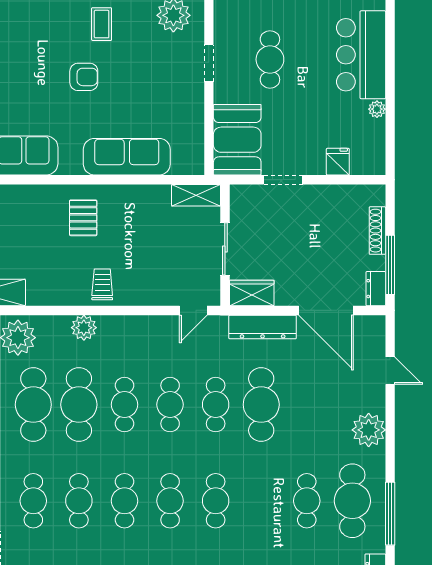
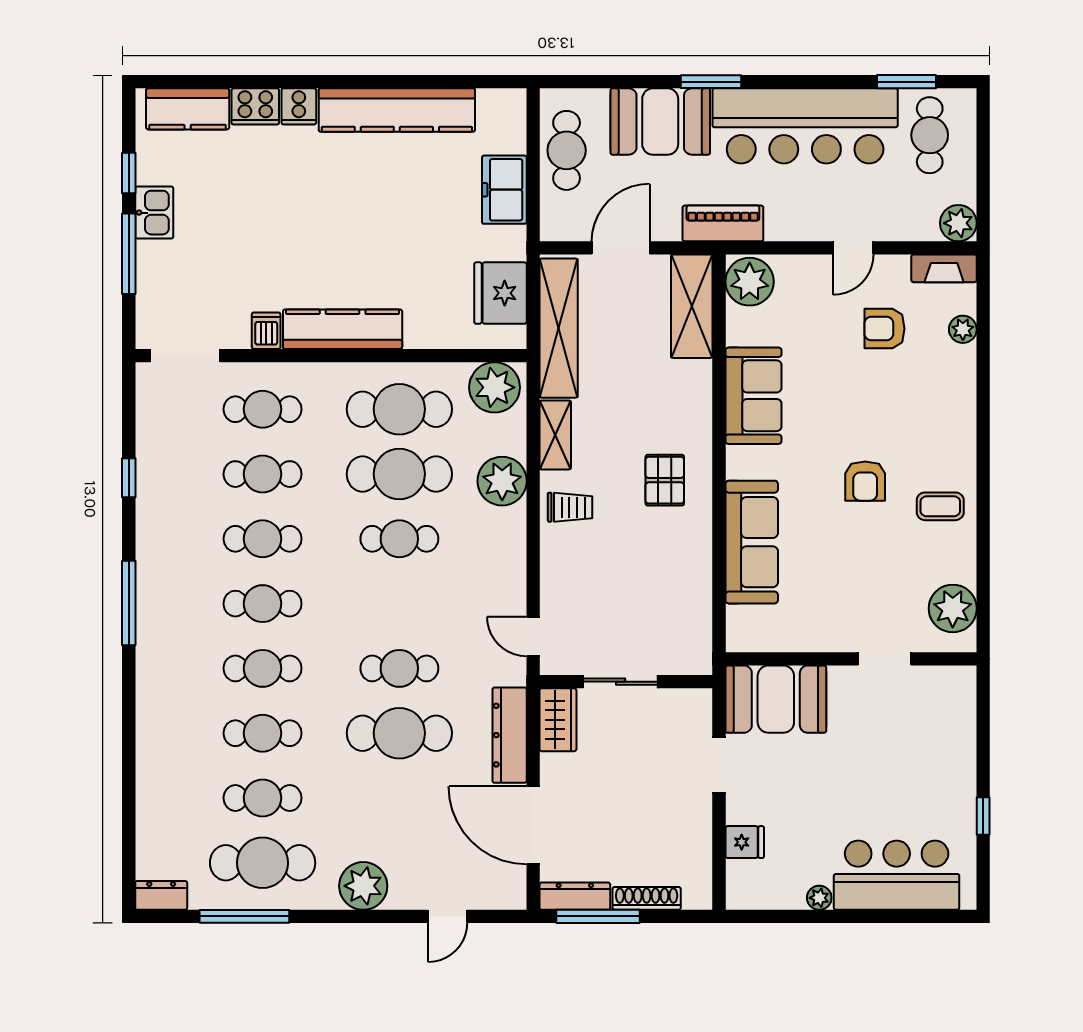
cafe table: (270, 59) -> (890, 746), removed
shelving: (196, 195) -> (555, 435), moved
pallet: (83, 218) -> (665, 480), turned 90
dresser: (376, 289) -> (575, 896), width x1.44
door: (326, 310) -> (533, 825), hinge flipped
plant: (84, 328) -> (502, 481), width x1.36, depth x1.36
cafe table: (170, 405) -> (263, 733), moved

